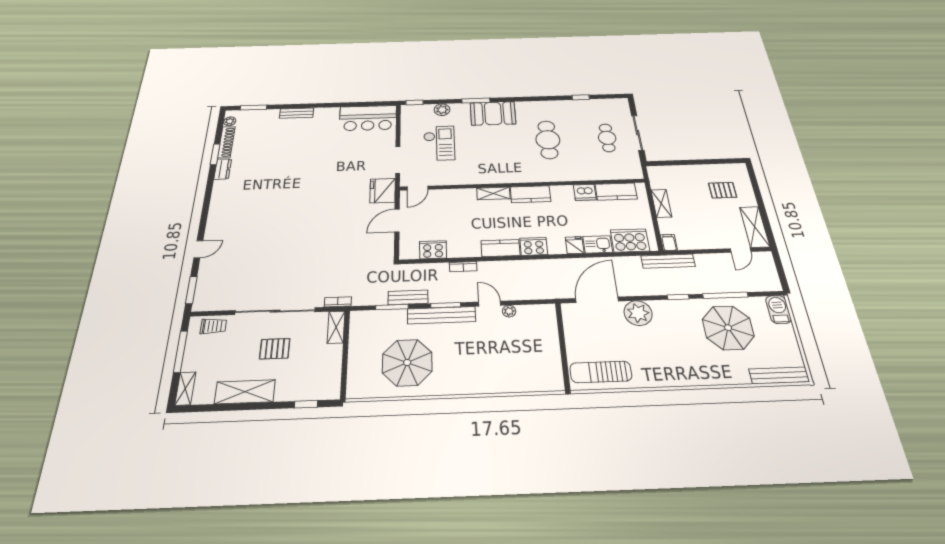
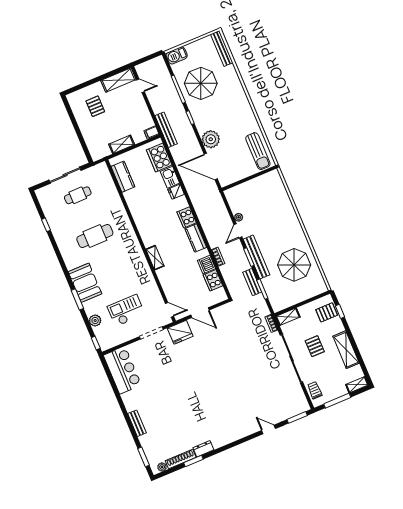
dishwasher: (585, 192) -> (206, 264), moved, turned 180
kitchen counter: (530, 194) -> (146, 233), removed
pallet: (315, 384) -> (327, 312), added

